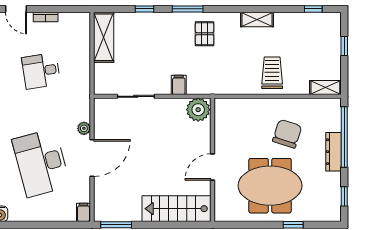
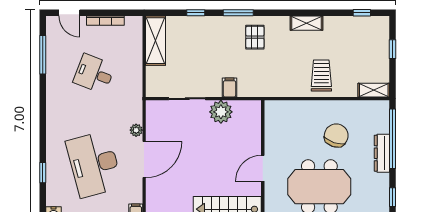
bookcase: (46, 17) -> (105, 21), width x1.56
desk: (41, 71) -> (94, 74), turned 30
plant: (198, 110) -> (221, 112), moved

